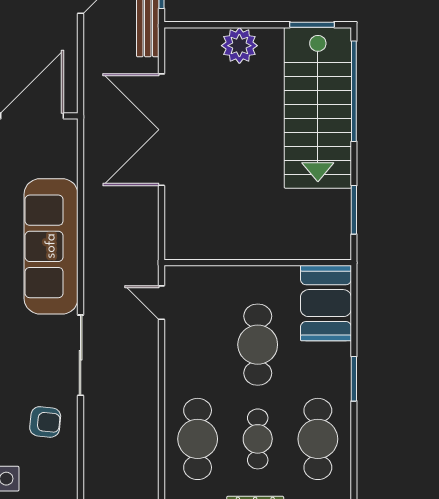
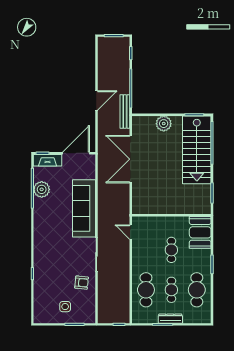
cafe table: (258, 345) -> (171, 250), width x0.73, depth x0.74

